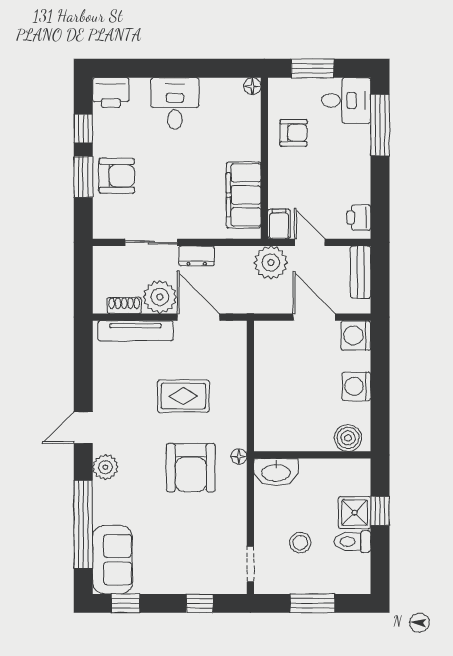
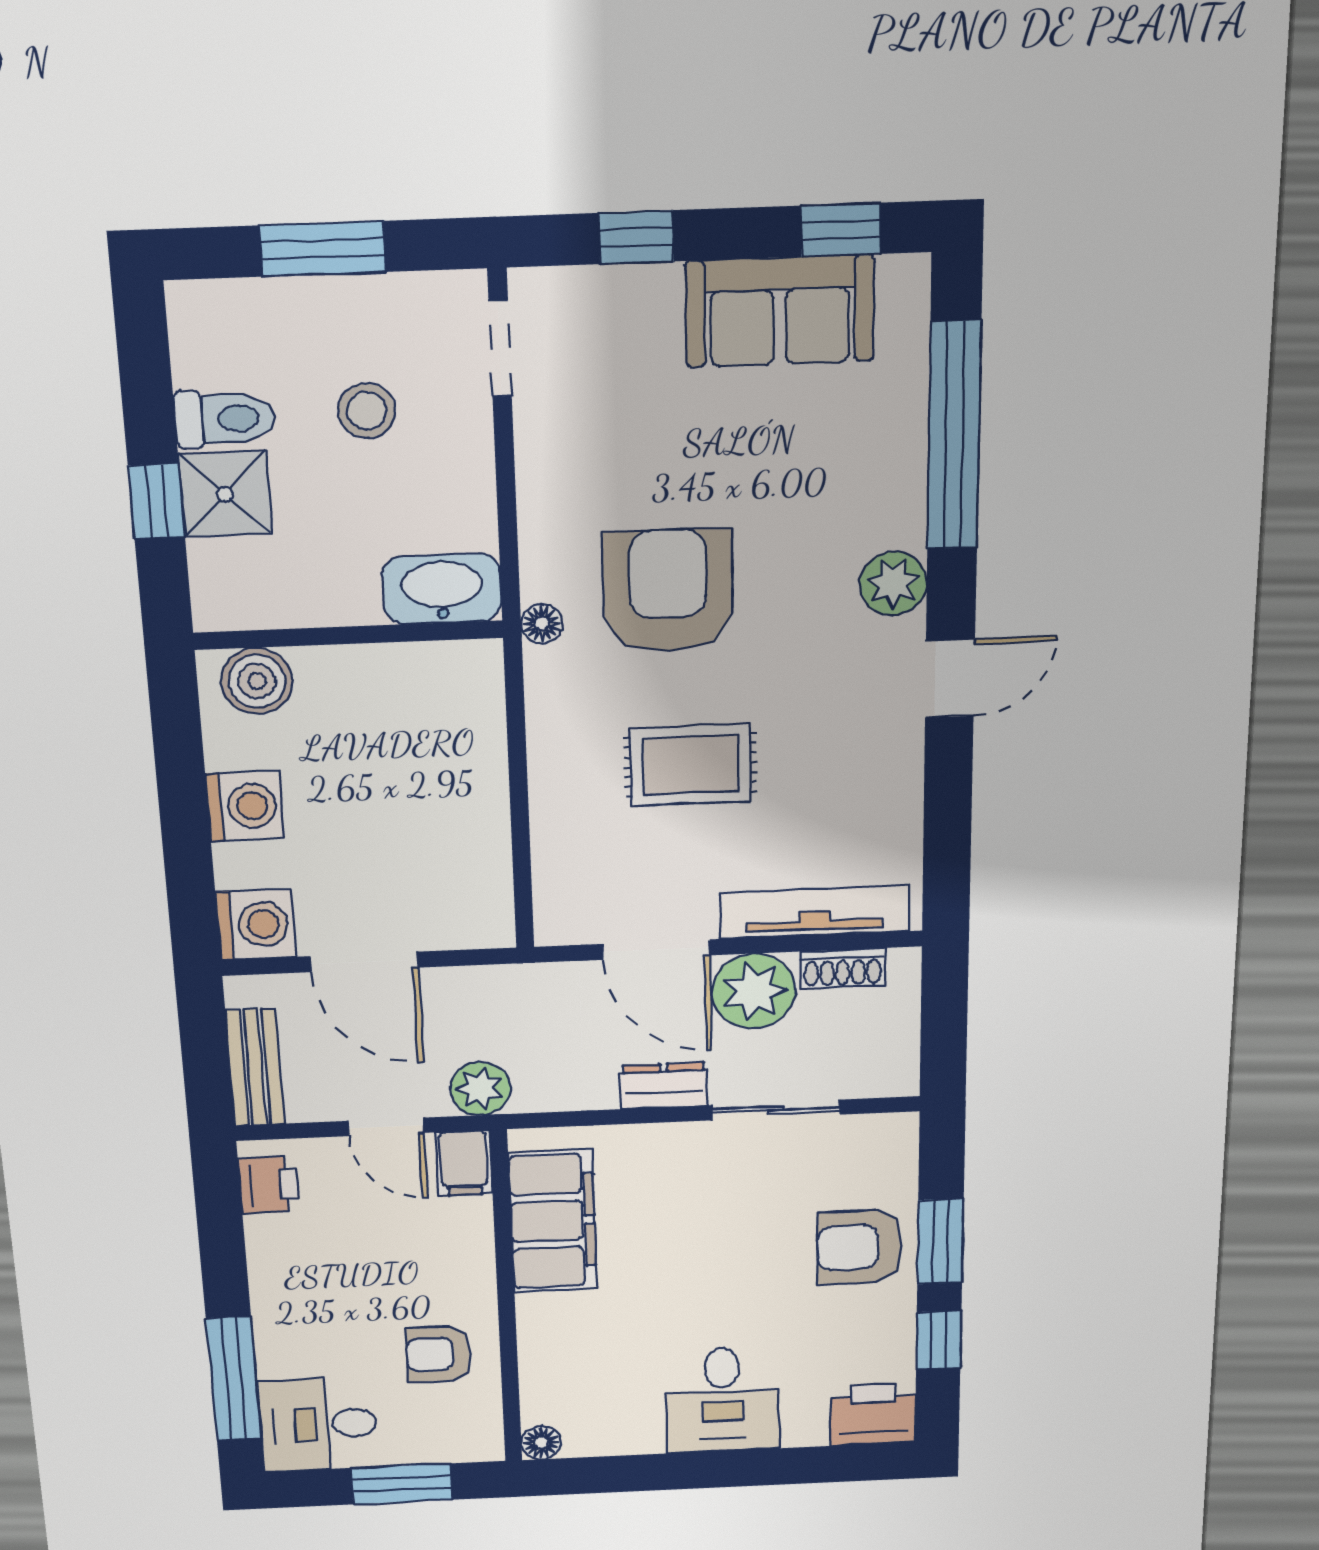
plant: (271, 263) -> (480, 1089), width x0.73, depth x0.73
sofa: (112, 560) -> (780, 311), moved, turned -90

